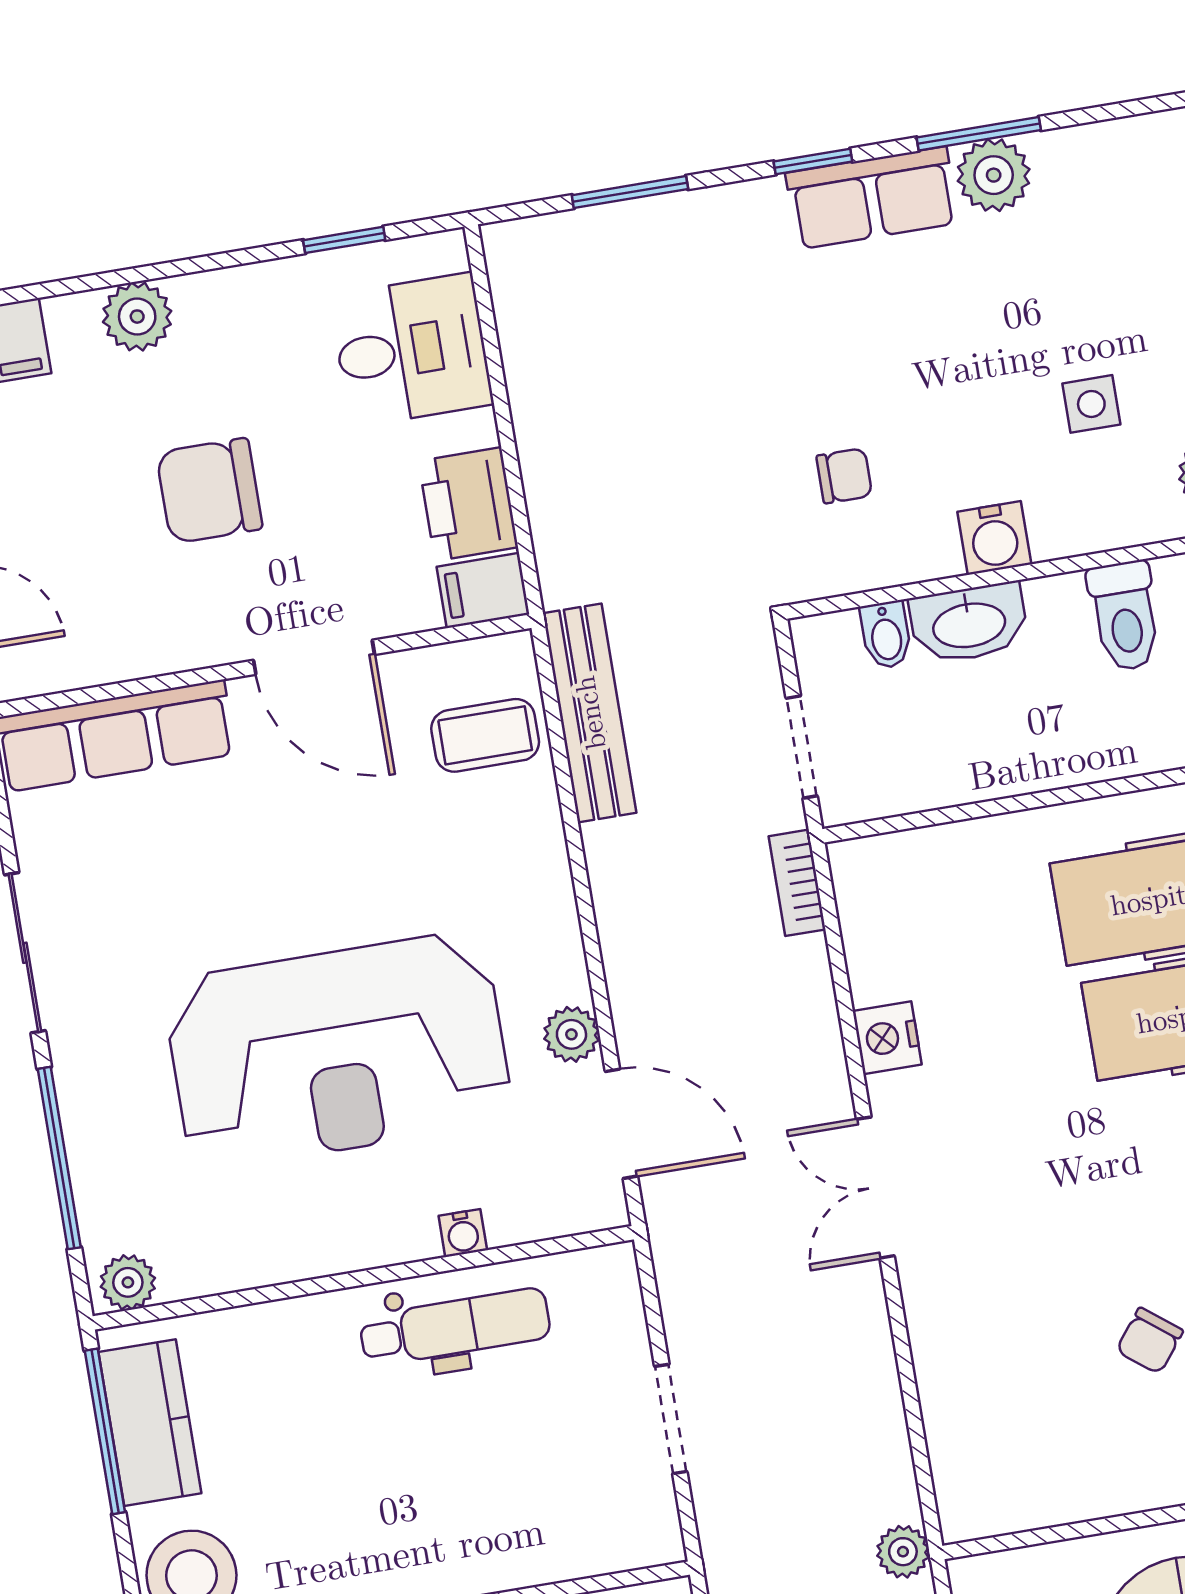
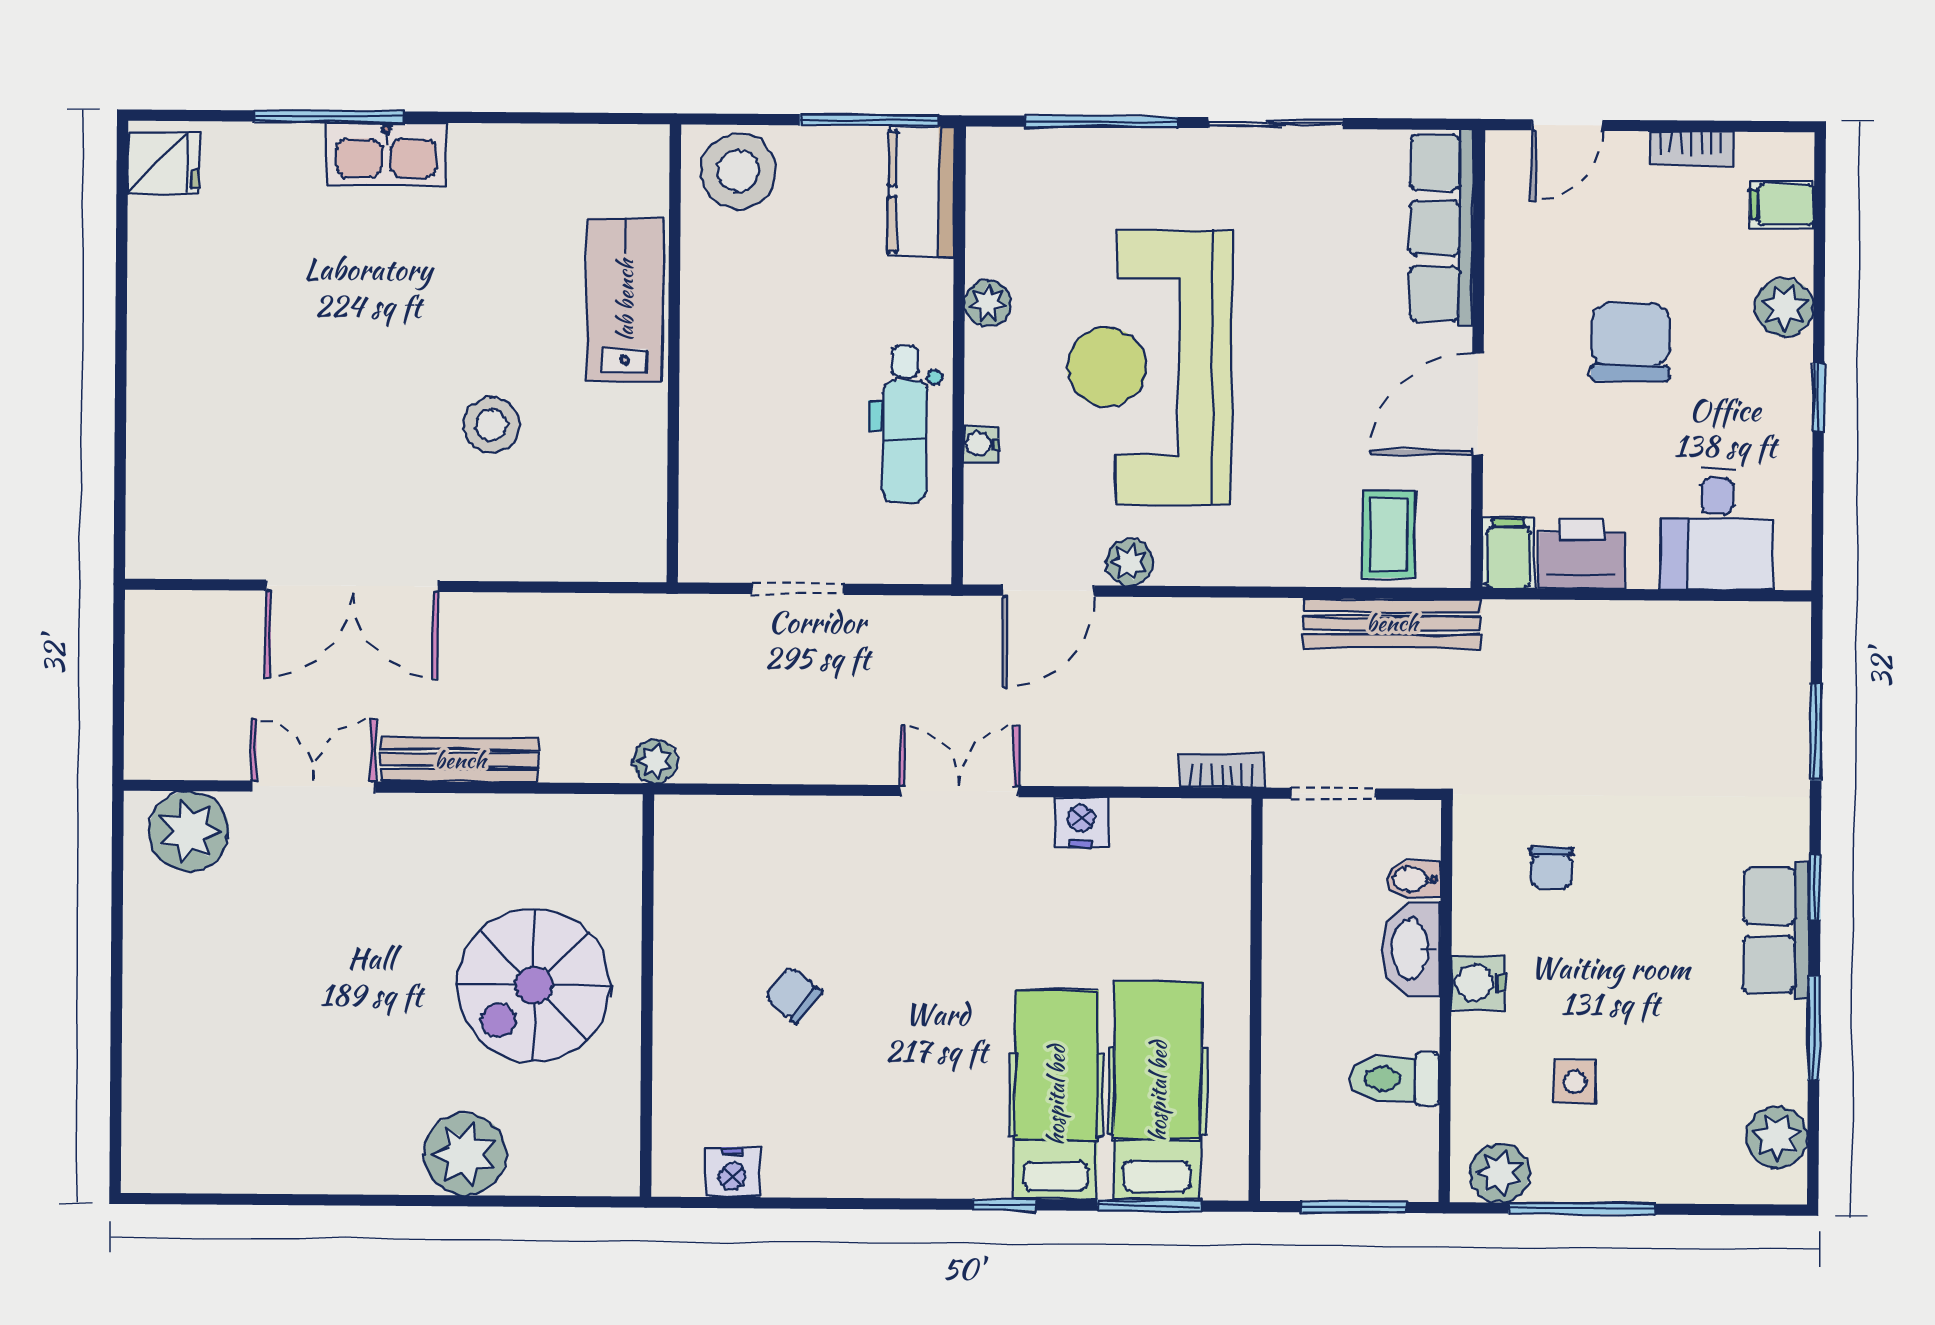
plant: (994, 175) -> (1777, 1137), moved
window: (344, 240) -> (1818, 397), moved
plant: (128, 1282) -> (988, 303), moved
kitchen counter: (150, 1423) -> (921, 192), moved, turned 90

